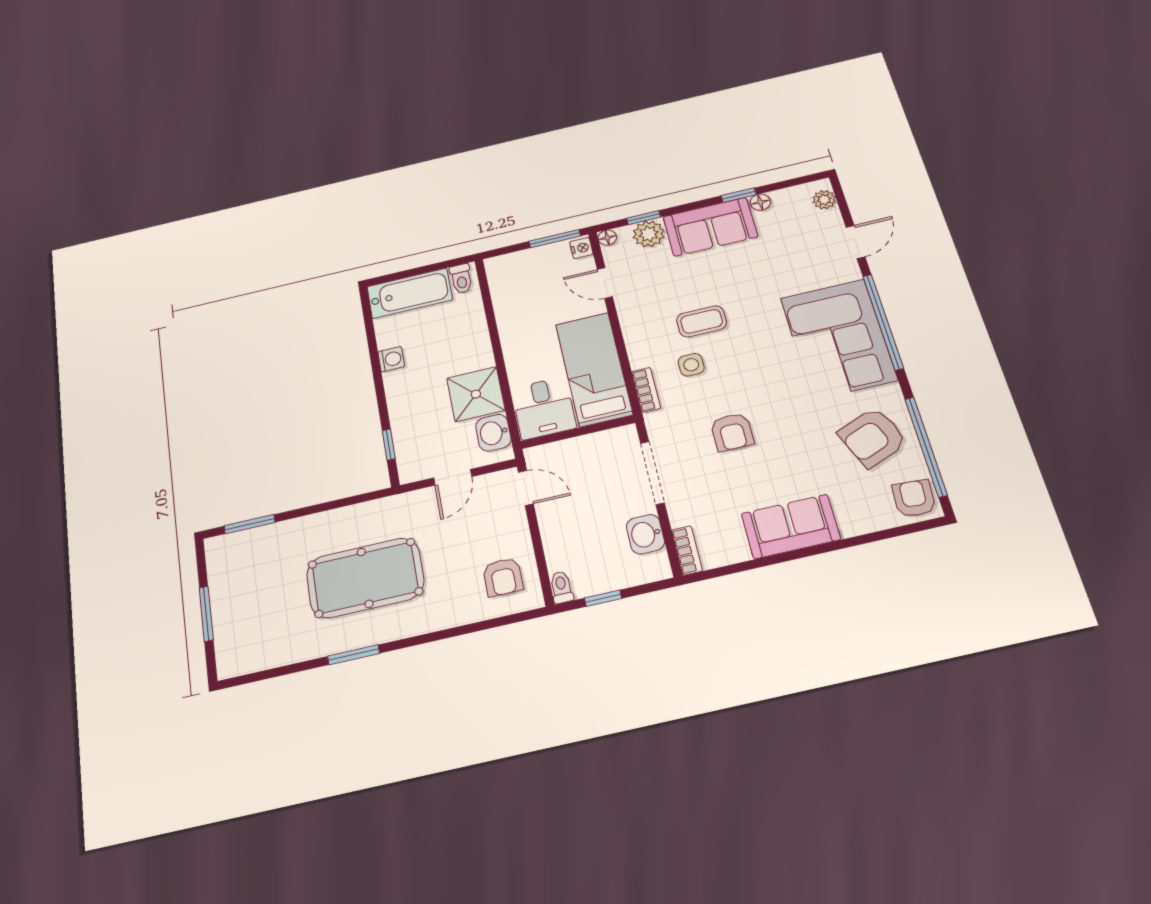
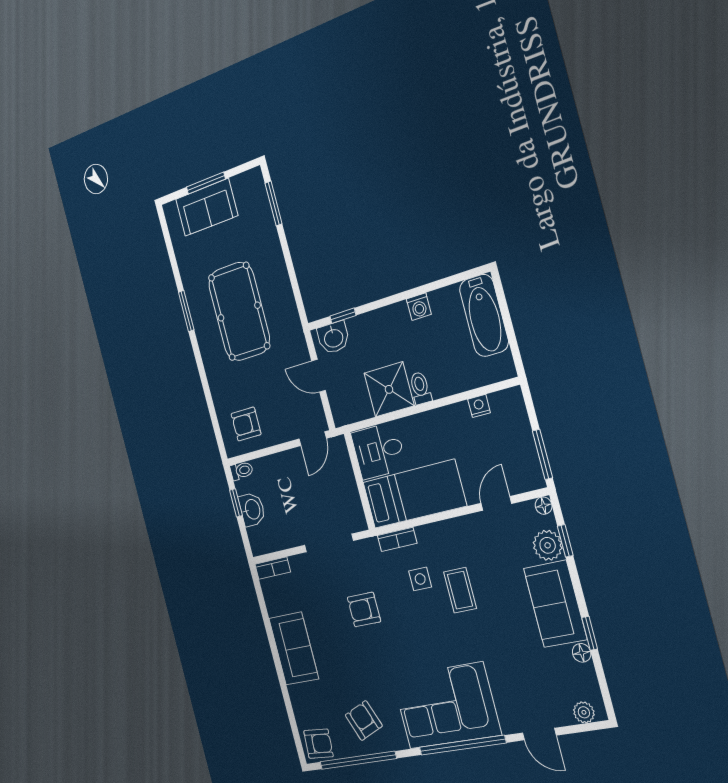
nightstand: (581, 248) -> (479, 406), moved, turned 180
toilet: (461, 279) -> (420, 388), moved, turned 90
washbasin: (493, 433) -> (333, 338), moved, turned 180
armchair: (873, 437) -> (364, 721), width x0.72, depth x0.72
washbasin: (645, 534) -> (252, 509), moved, turned 90
sofa: (234, 615) -> (207, 207), added

